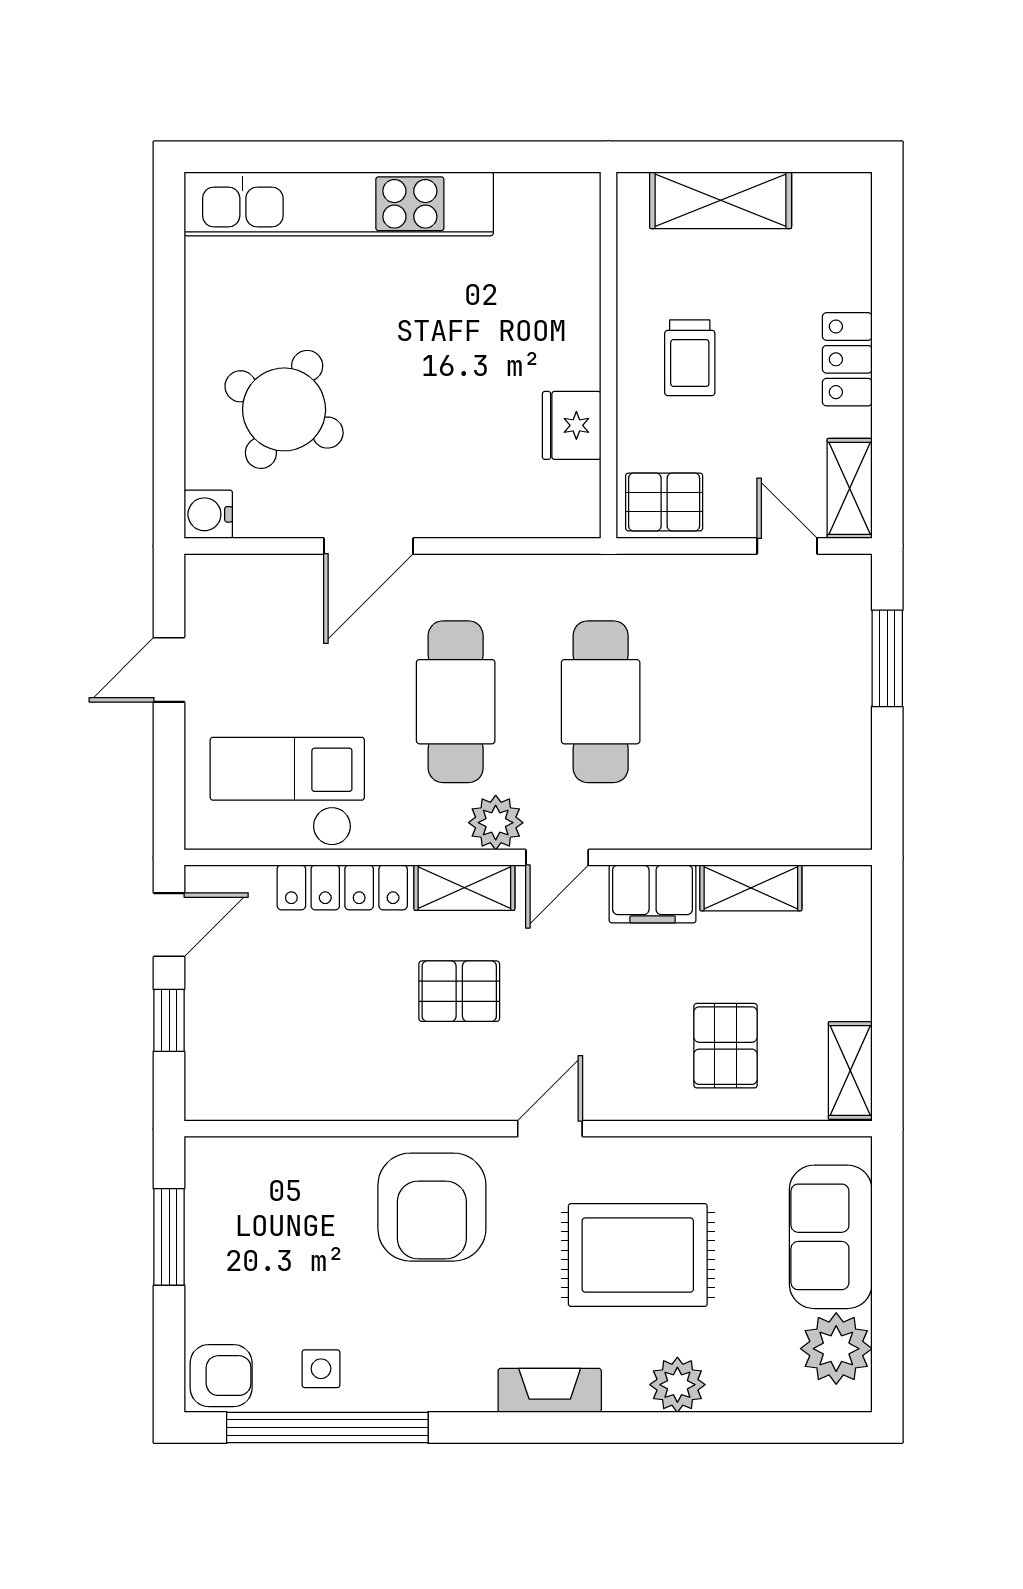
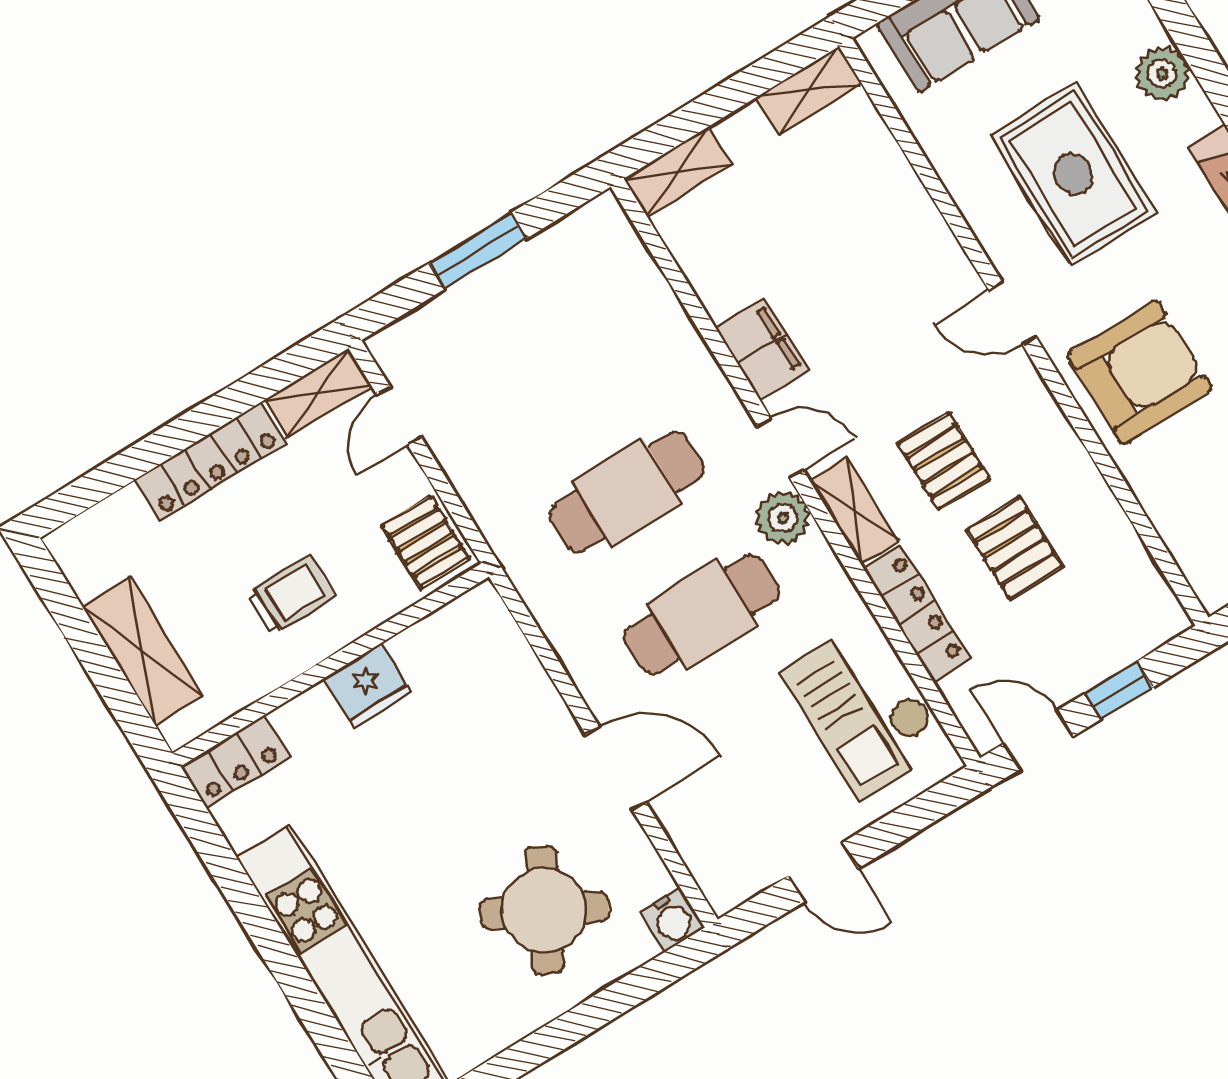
locker: (576, 221) -> (235, 762), added
locker: (847, 359) -> (210, 462), width x1.53
fridge: (572, 425) -> (368, 685), moved
window: (887, 658) -> (478, 251), moved
shelving: (751, 888) -> (678, 172), moved, turned 90
pallet: (726, 1046) -> (1014, 548), moved, turned 90

